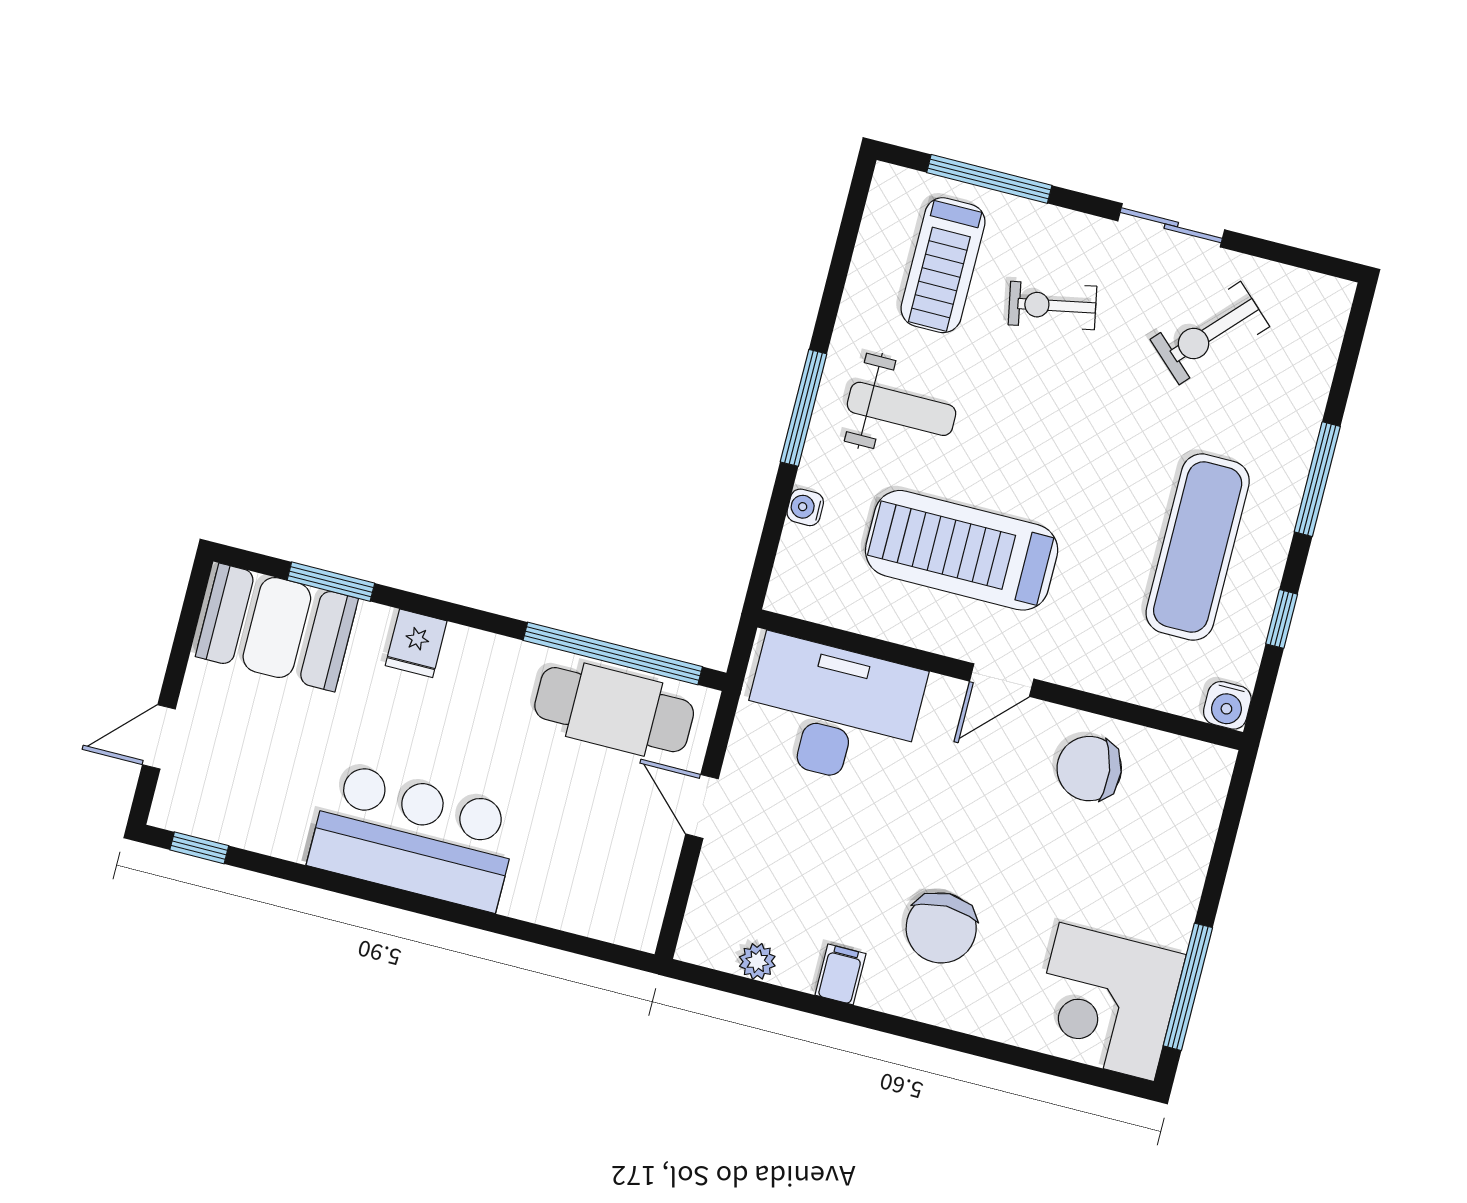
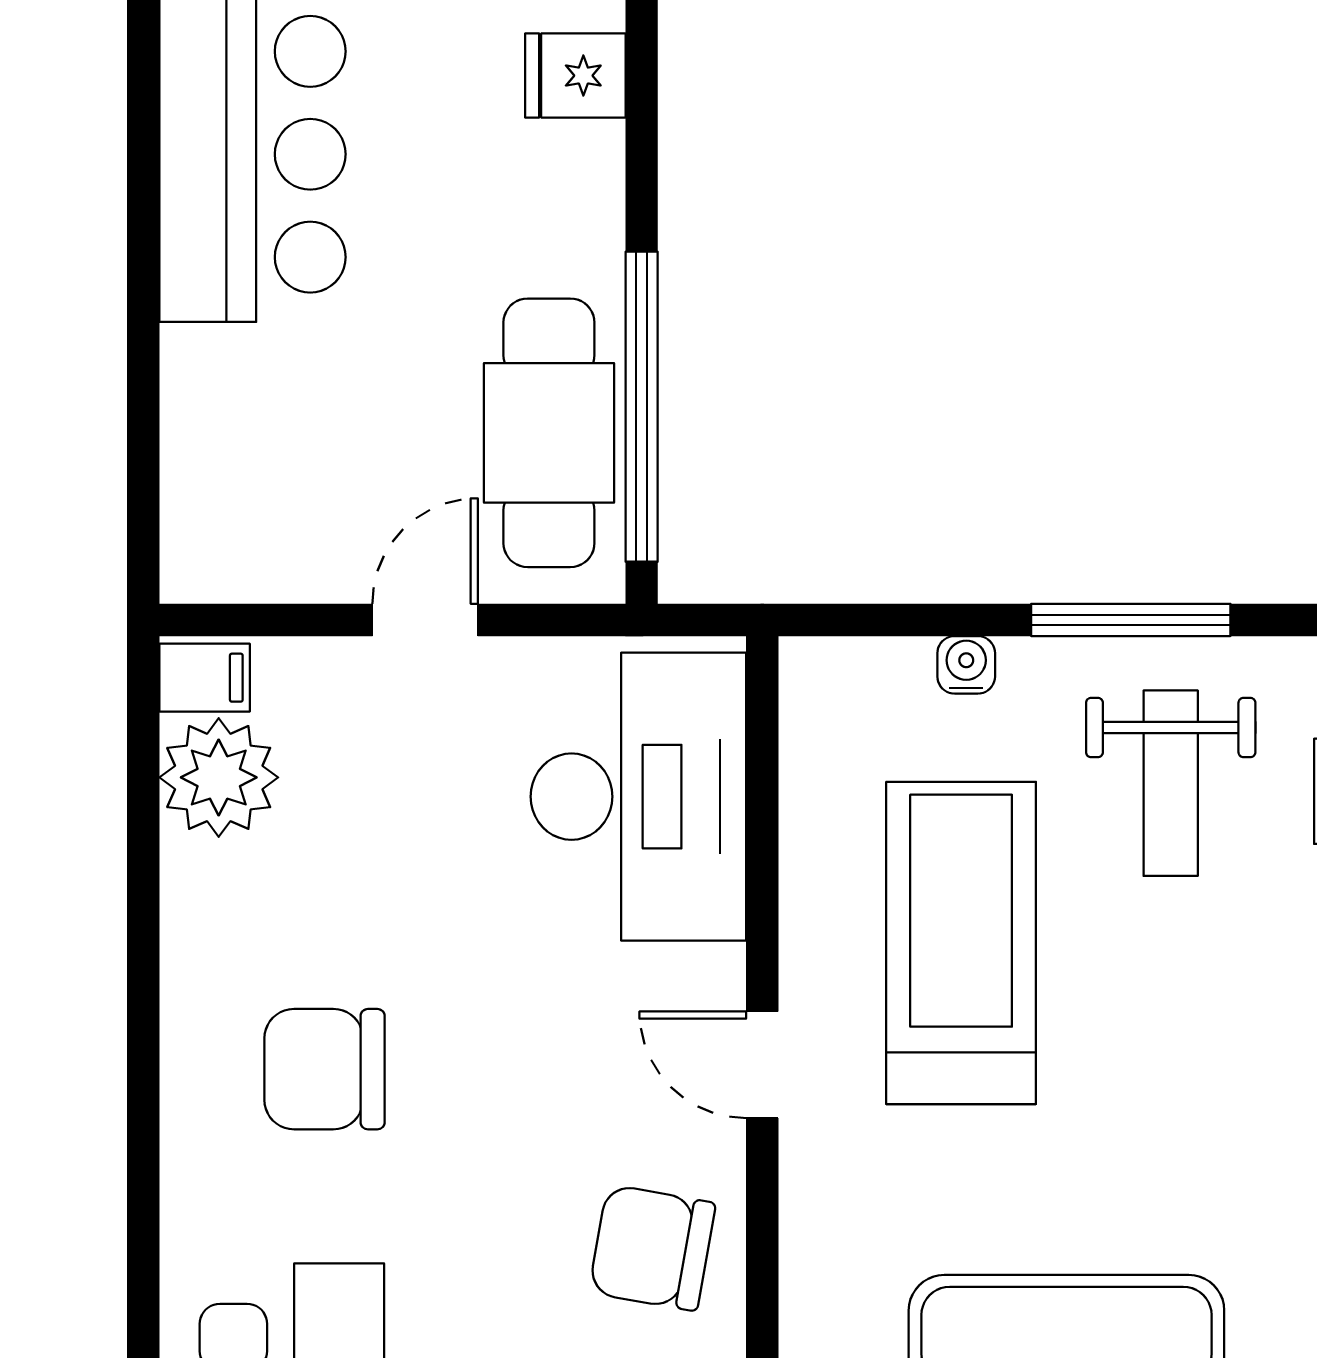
chair: (1089, 769) -> (652, 1248), turned -72
plant: (757, 961) -> (219, 777), width x1.88, depth x1.88
filing cabinet: (841, 974) -> (205, 678), moved

